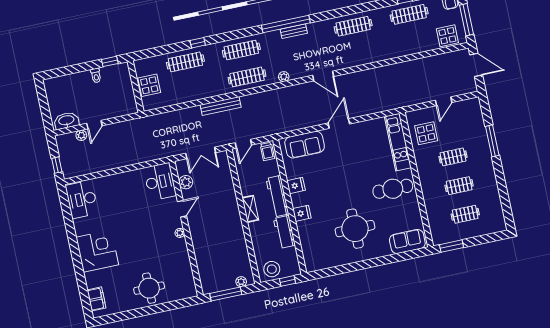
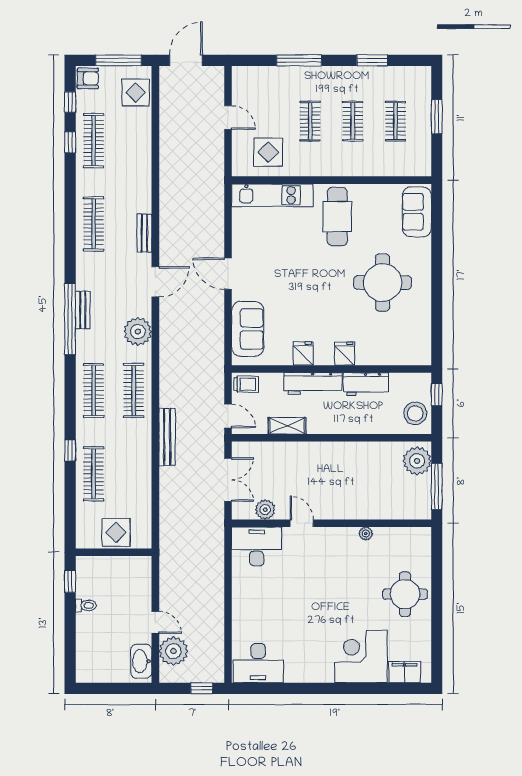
bench: (354, 62) -> (144, 233), added
plant: (284, 77) -> (138, 332), width x1.88, depth x1.88
plant: (81, 135) -> (173, 651), width x1.88, depth x1.88
window: (503, 190) -> (372, 60), added
shelving: (250, 209) -> (287, 426), moved
plant: (180, 233) -> (366, 534), moved
window: (452, 246) -> (437, 117), moved
corner desk: (97, 251) -> (361, 657), moved
plant: (241, 282) -> (417, 461), width x1.88, depth x1.88

